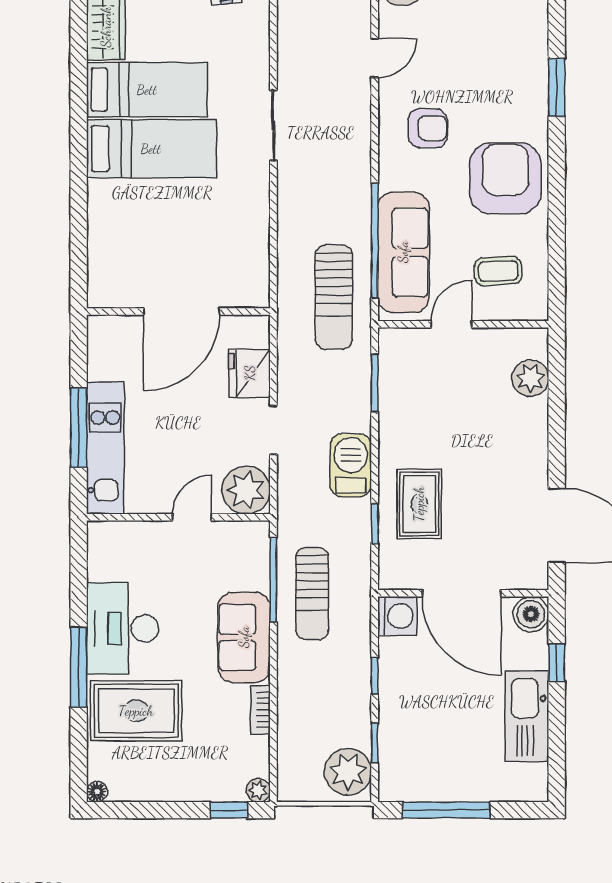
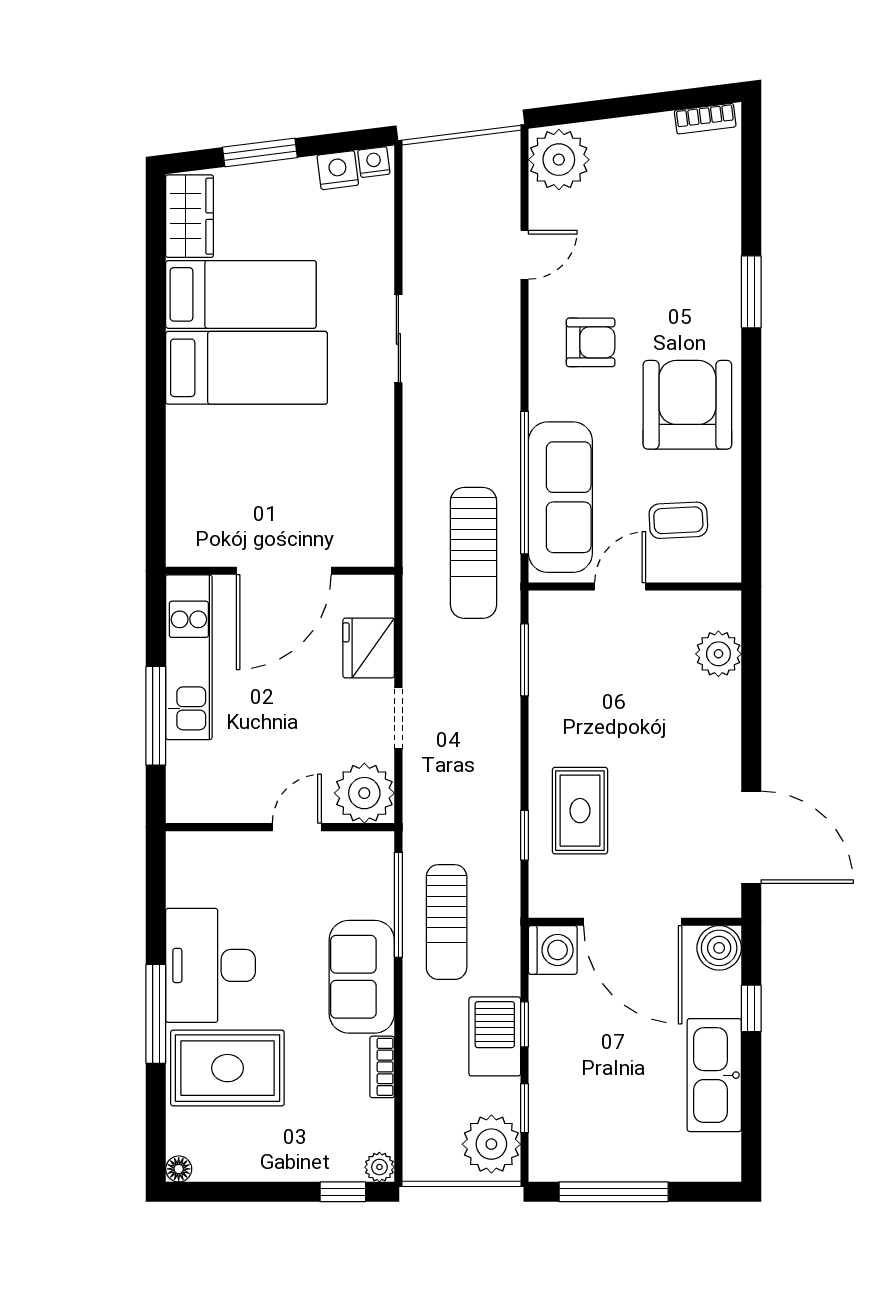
kitchen unit: (105, 448) -> (189, 657), moved
barbecue: (351, 465) -> (495, 1036), moved

